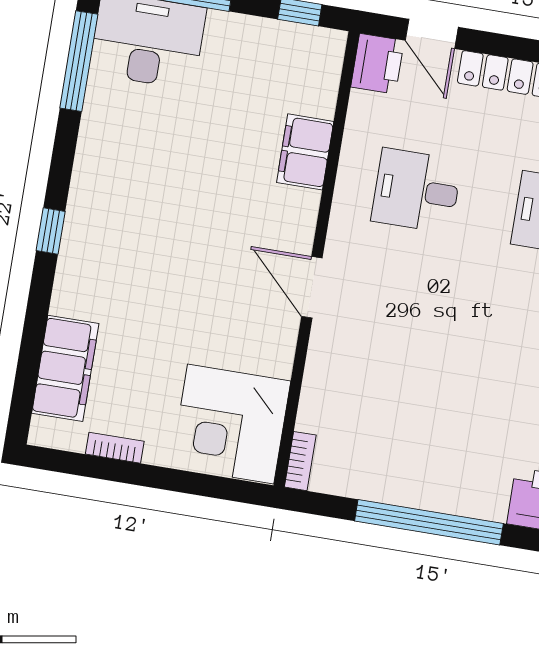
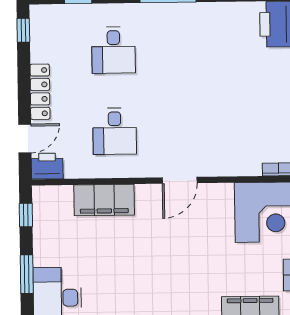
filing cabinet: (305, 152) -> (104, 200), width x1.50, depth x1.17

